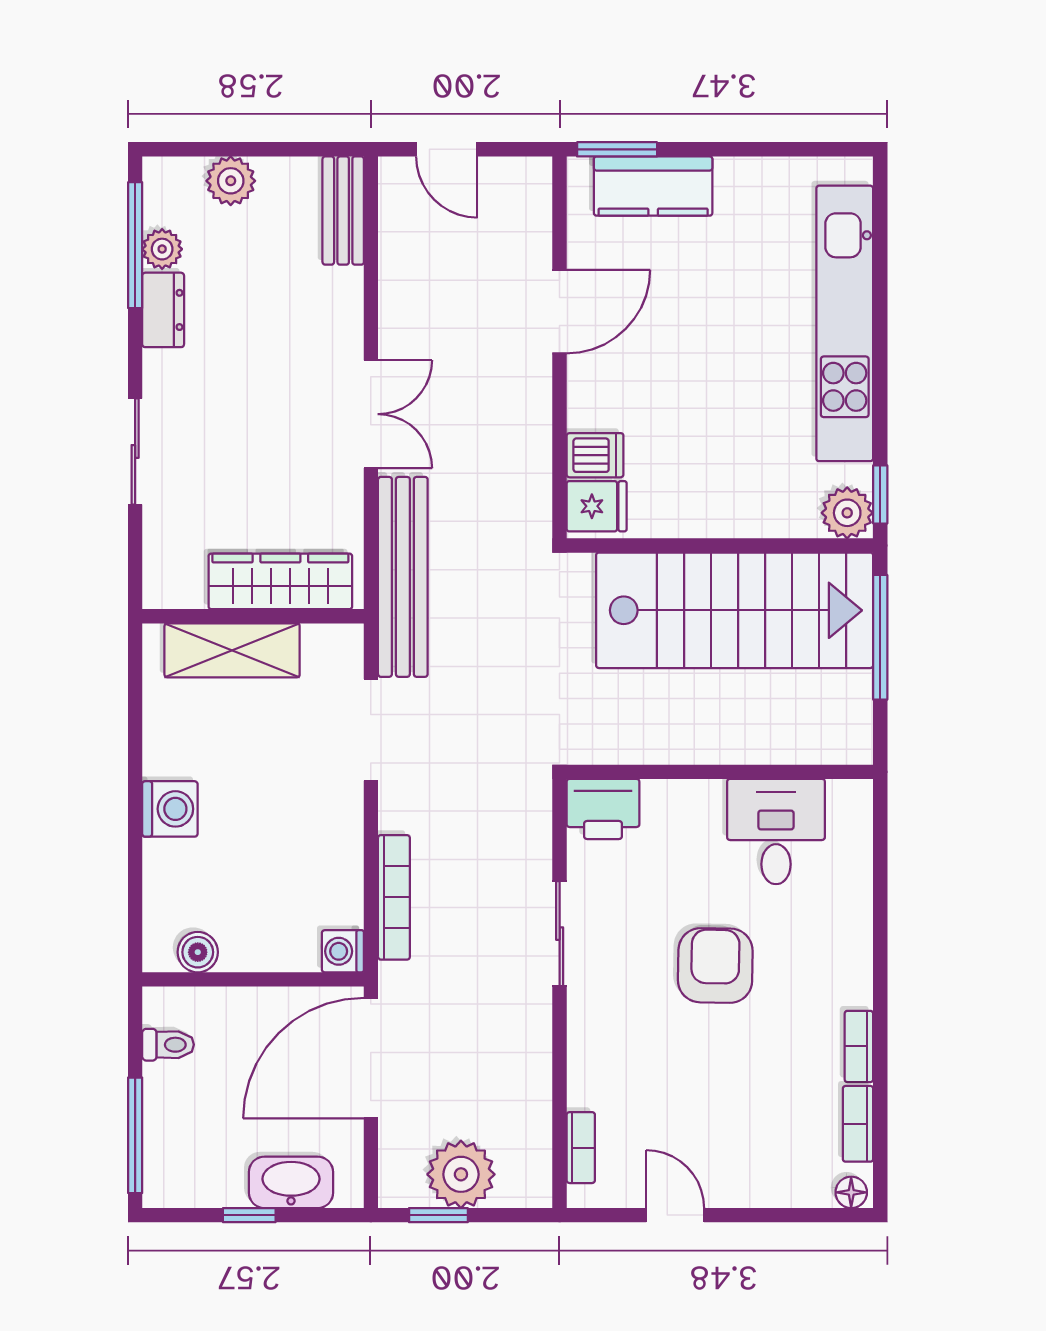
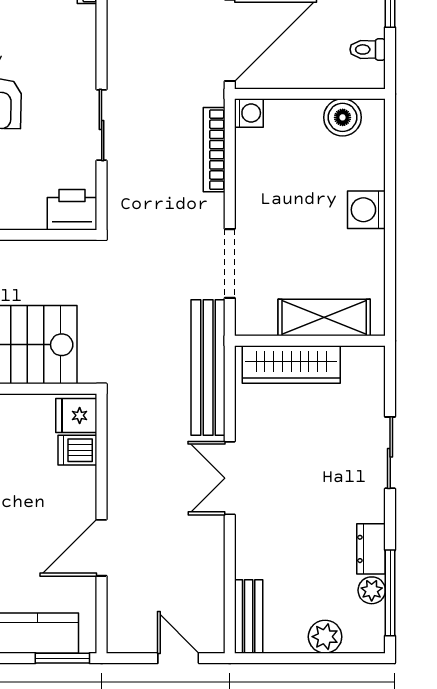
boiler: (198, 952) -> (343, 117), width x1.36, depth x1.36

